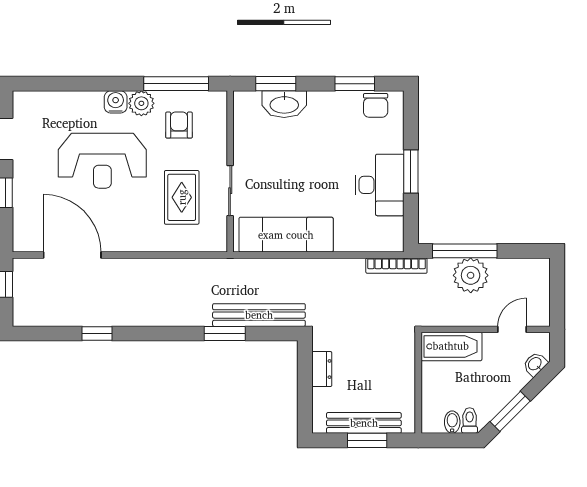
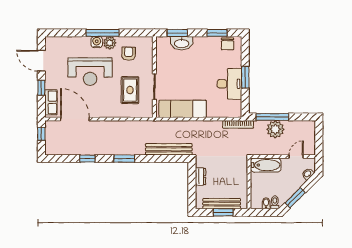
window: (176, 84) -> (103, 33), moved
row of seats: (25, 222) -> (51, 102), added
window: (225, 334) -> (124, 159), moved

